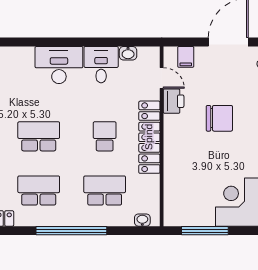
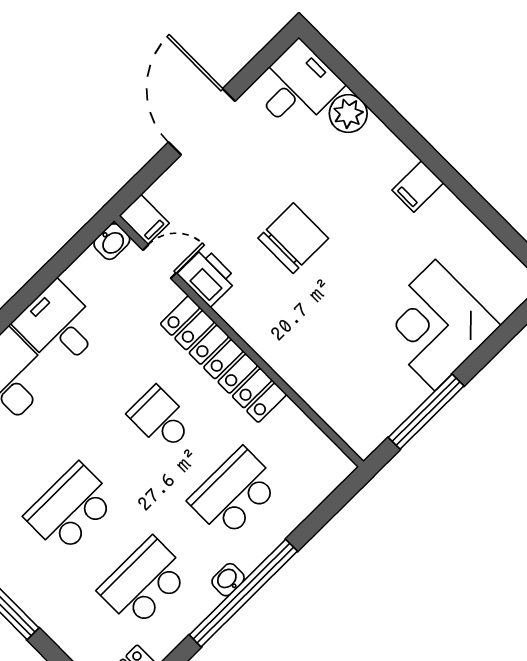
washbasin: (128, 53) -> (112, 242), moved
filing cabinet: (186, 57) -> (144, 219), moved
washbasin: (142, 220) -> (228, 580), moved

